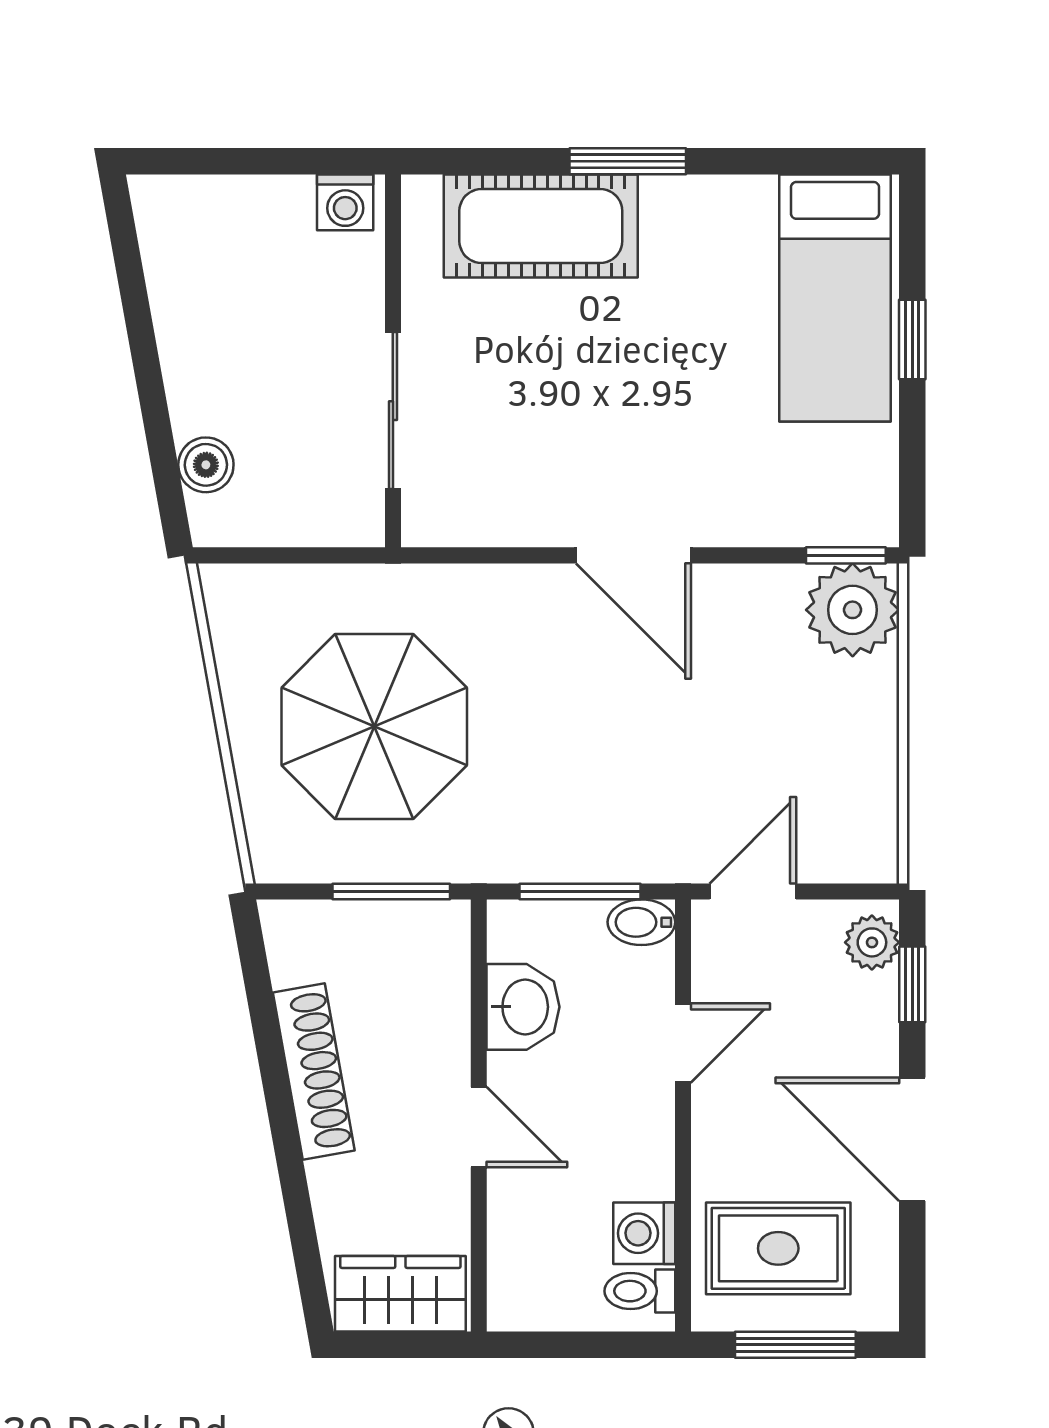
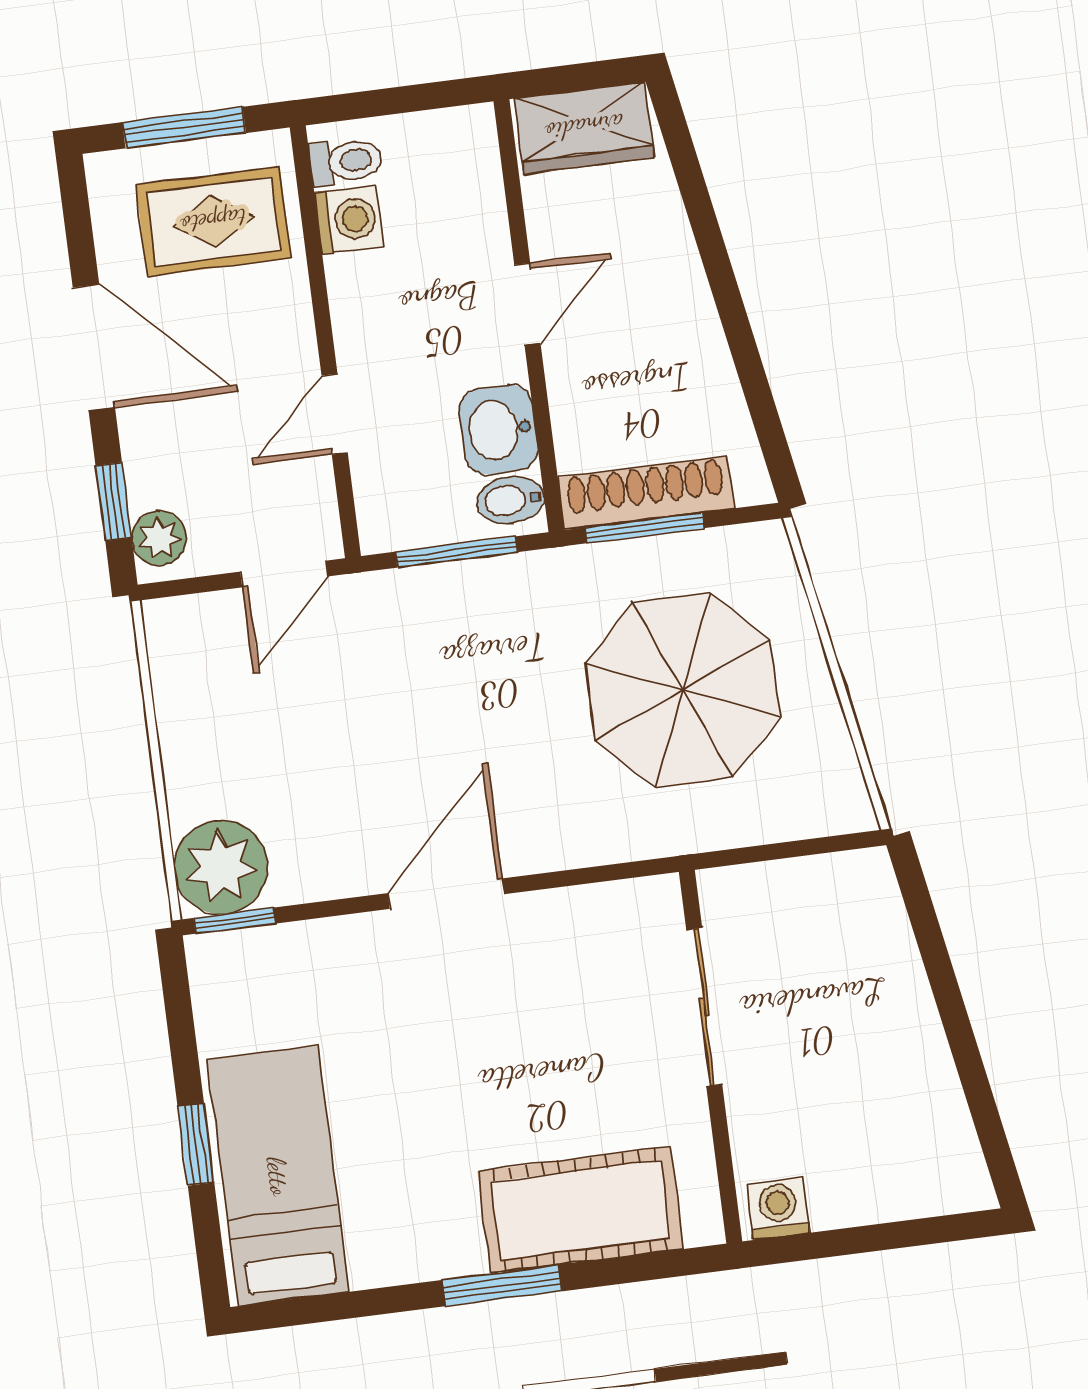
boiler: (206, 465) -> (884, 929), removed
door: (633, 555) -> (446, 894), hinge flipped
bidet: (641, 922) -> (510, 500), moved, turned 180
shoe rack: (314, 1071) -> (646, 493), moved, turned 100
door: (479, 1127) -> (527, 304), swing flipped

